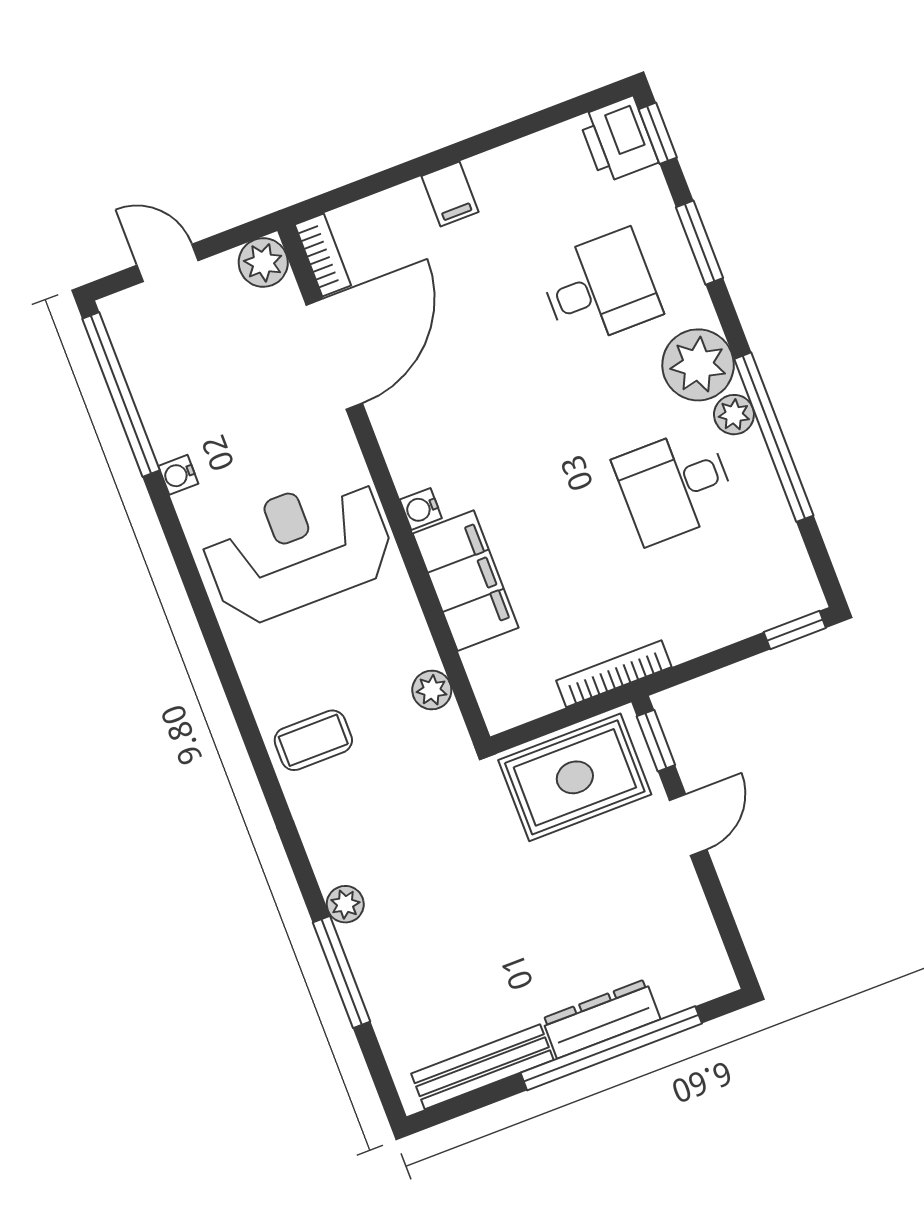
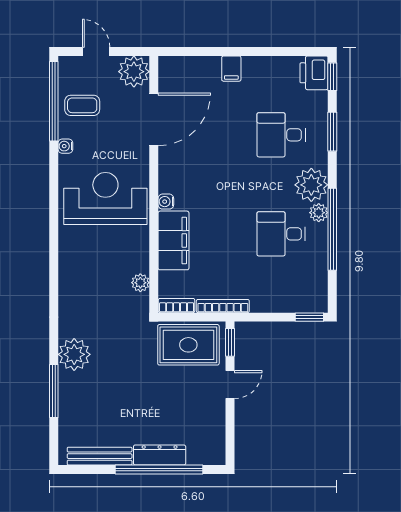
bookcase: (323, 255) -> (177, 306), moved, turned -90
plant: (263, 262) -> (134, 72), width x1.36, depth x1.36
desk: (600, 288) -> (281, 135), turned 180
coffee table: (313, 740) -> (82, 105), moved
plant: (345, 904) -> (74, 354), width x1.87, depth x1.87

